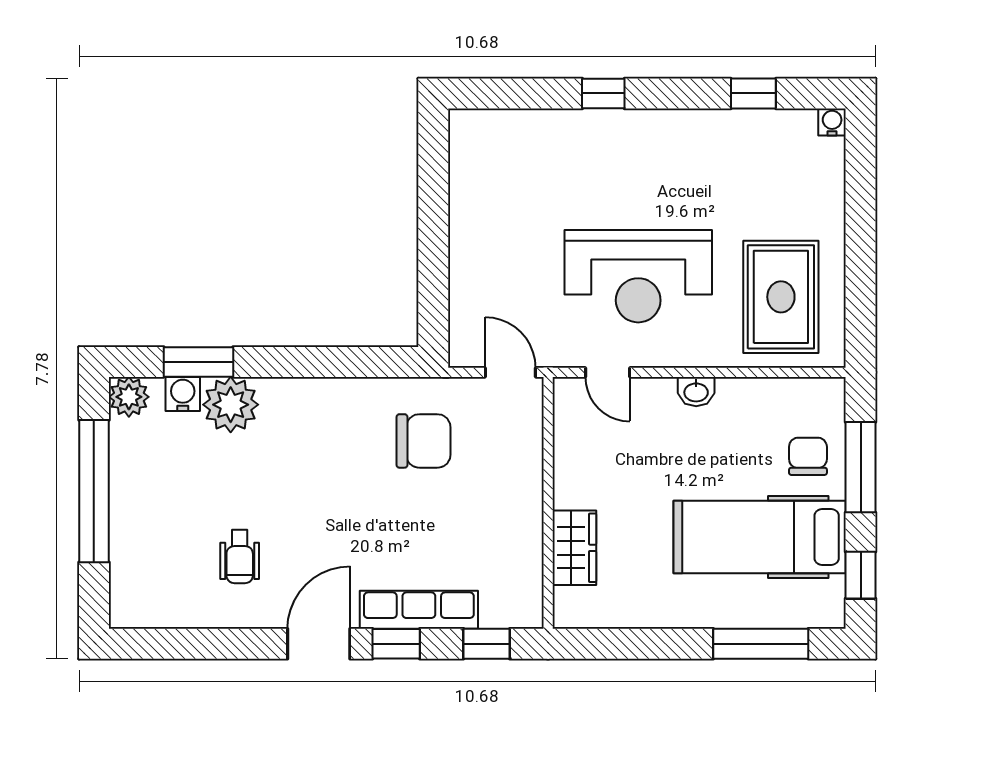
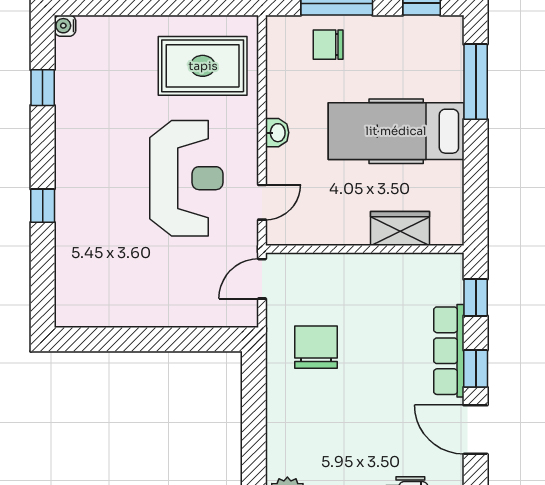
hospital bed: (760, 537) -> (396, 131), moved, turned 90

